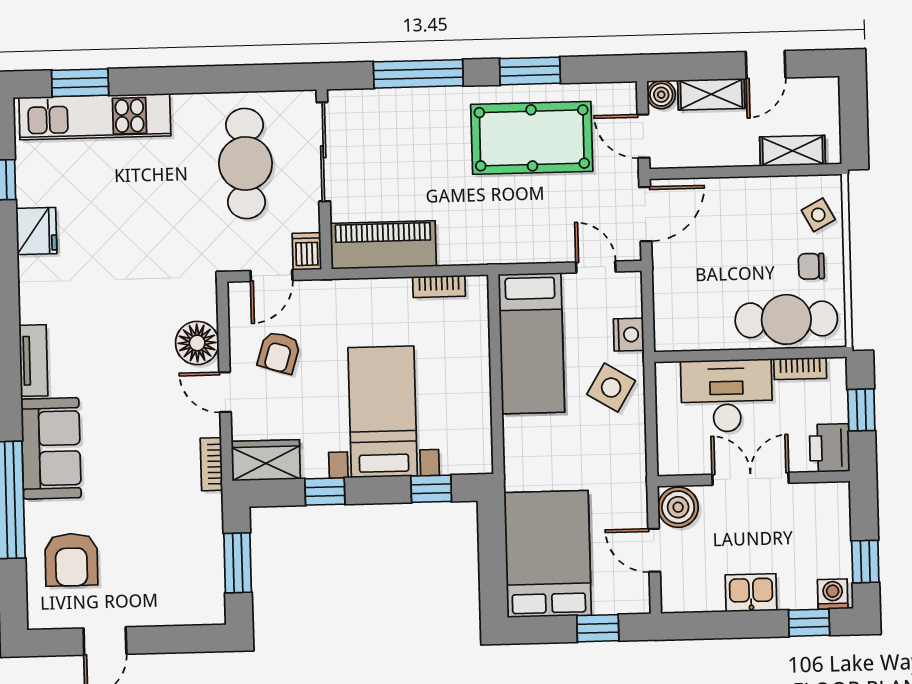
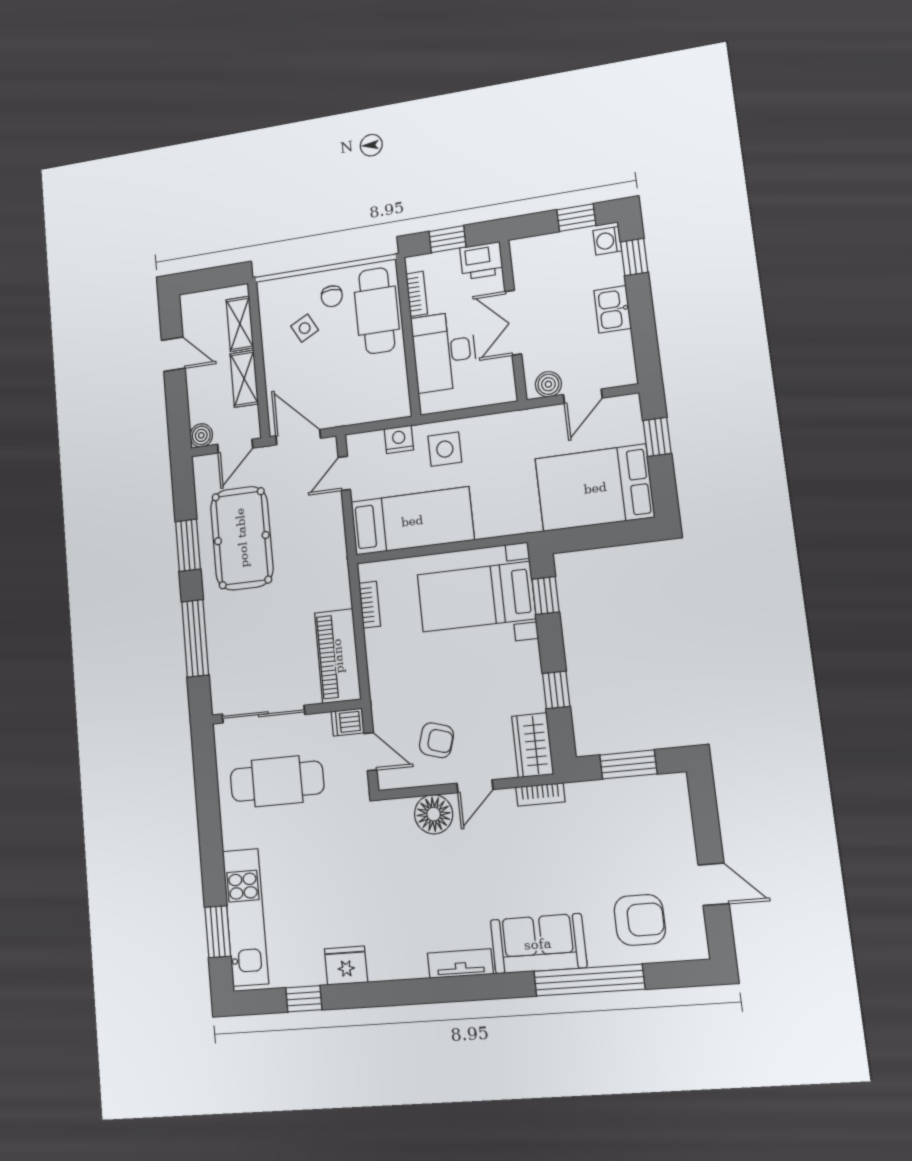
shelving: (711, 94) -> (244, 379), moved
side table: (818, 215) -> (305, 328), moved
side table: (611, 388) -> (445, 449), turned -31
bed with nightstands: (383, 412) -> (476, 597), moved
boiler: (678, 507) -> (548, 384), width x0.73, depth x0.73

